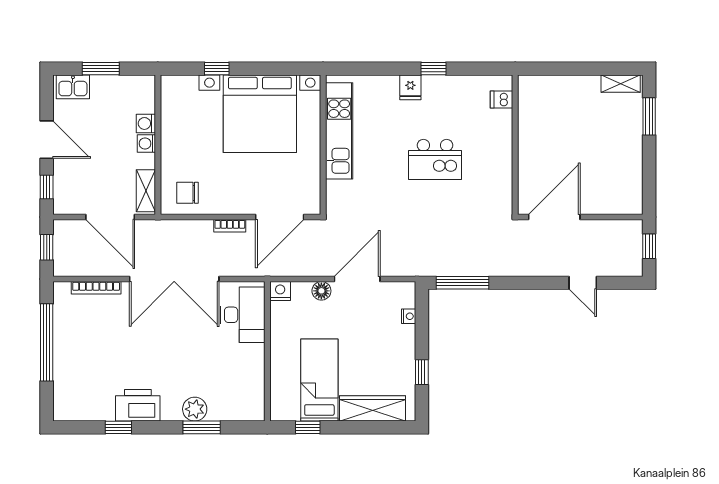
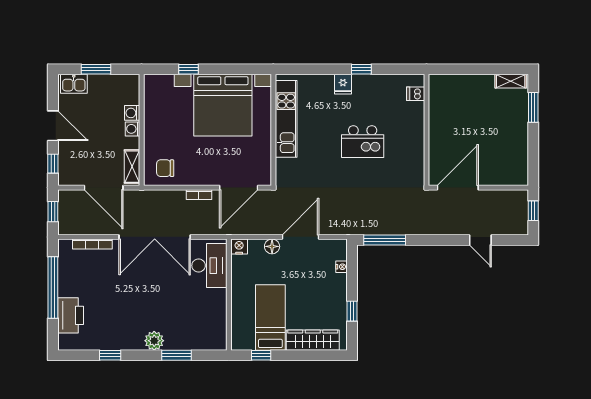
printer: (138, 405) -> (71, 315), moved, turned 90
plant: (195, 409) -> (154, 341), moved

